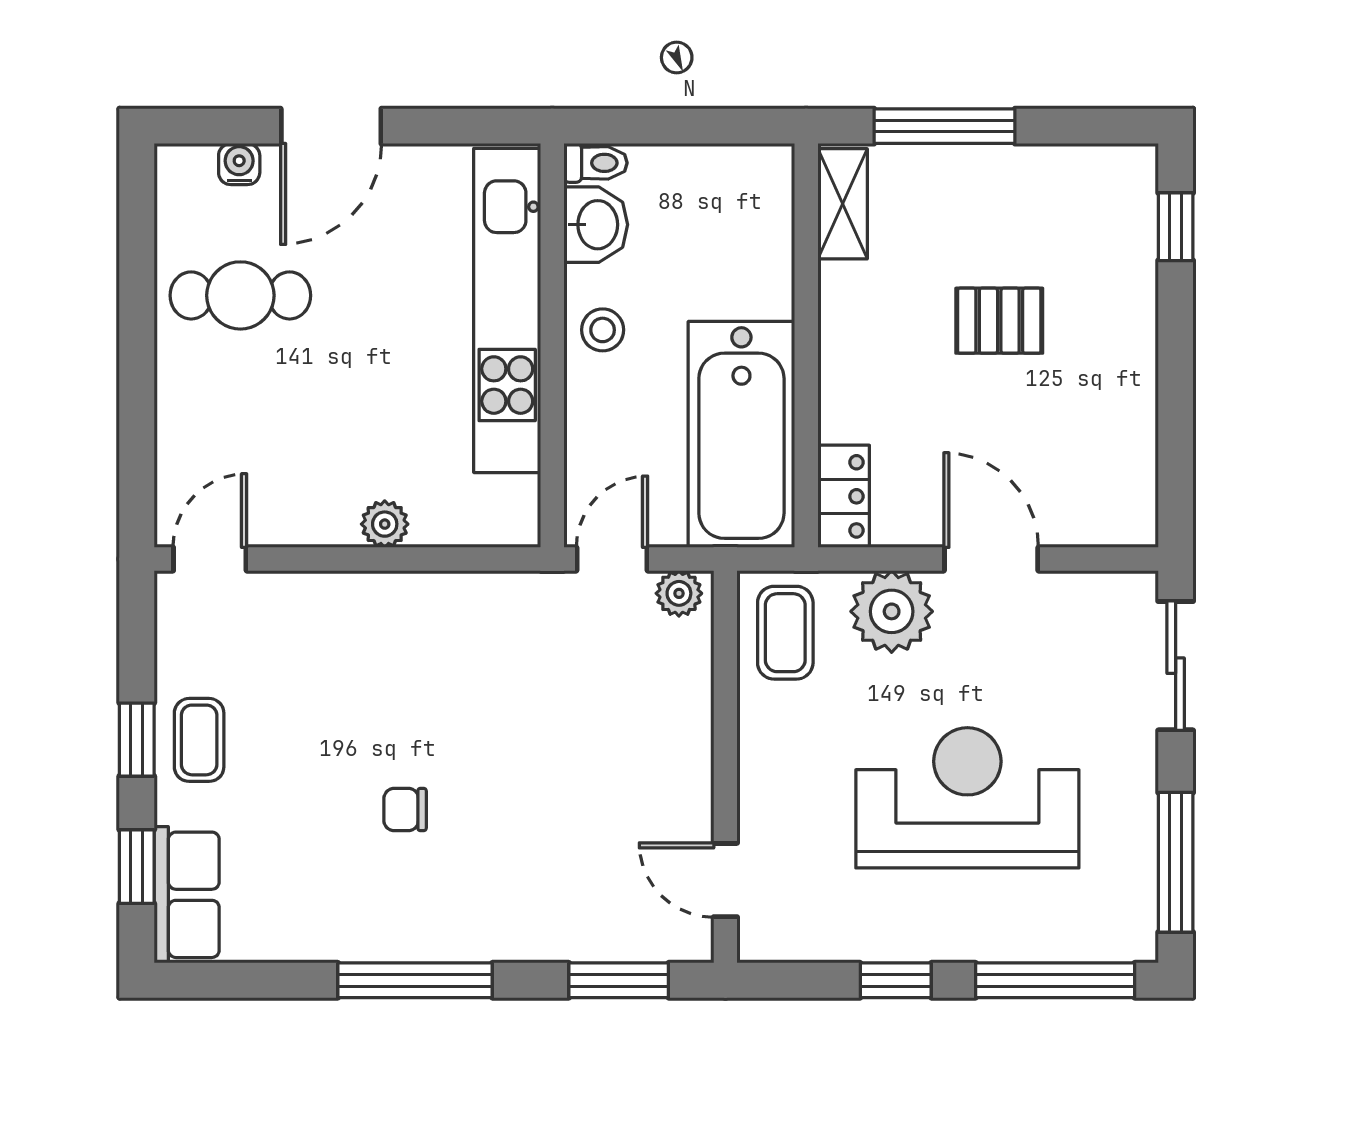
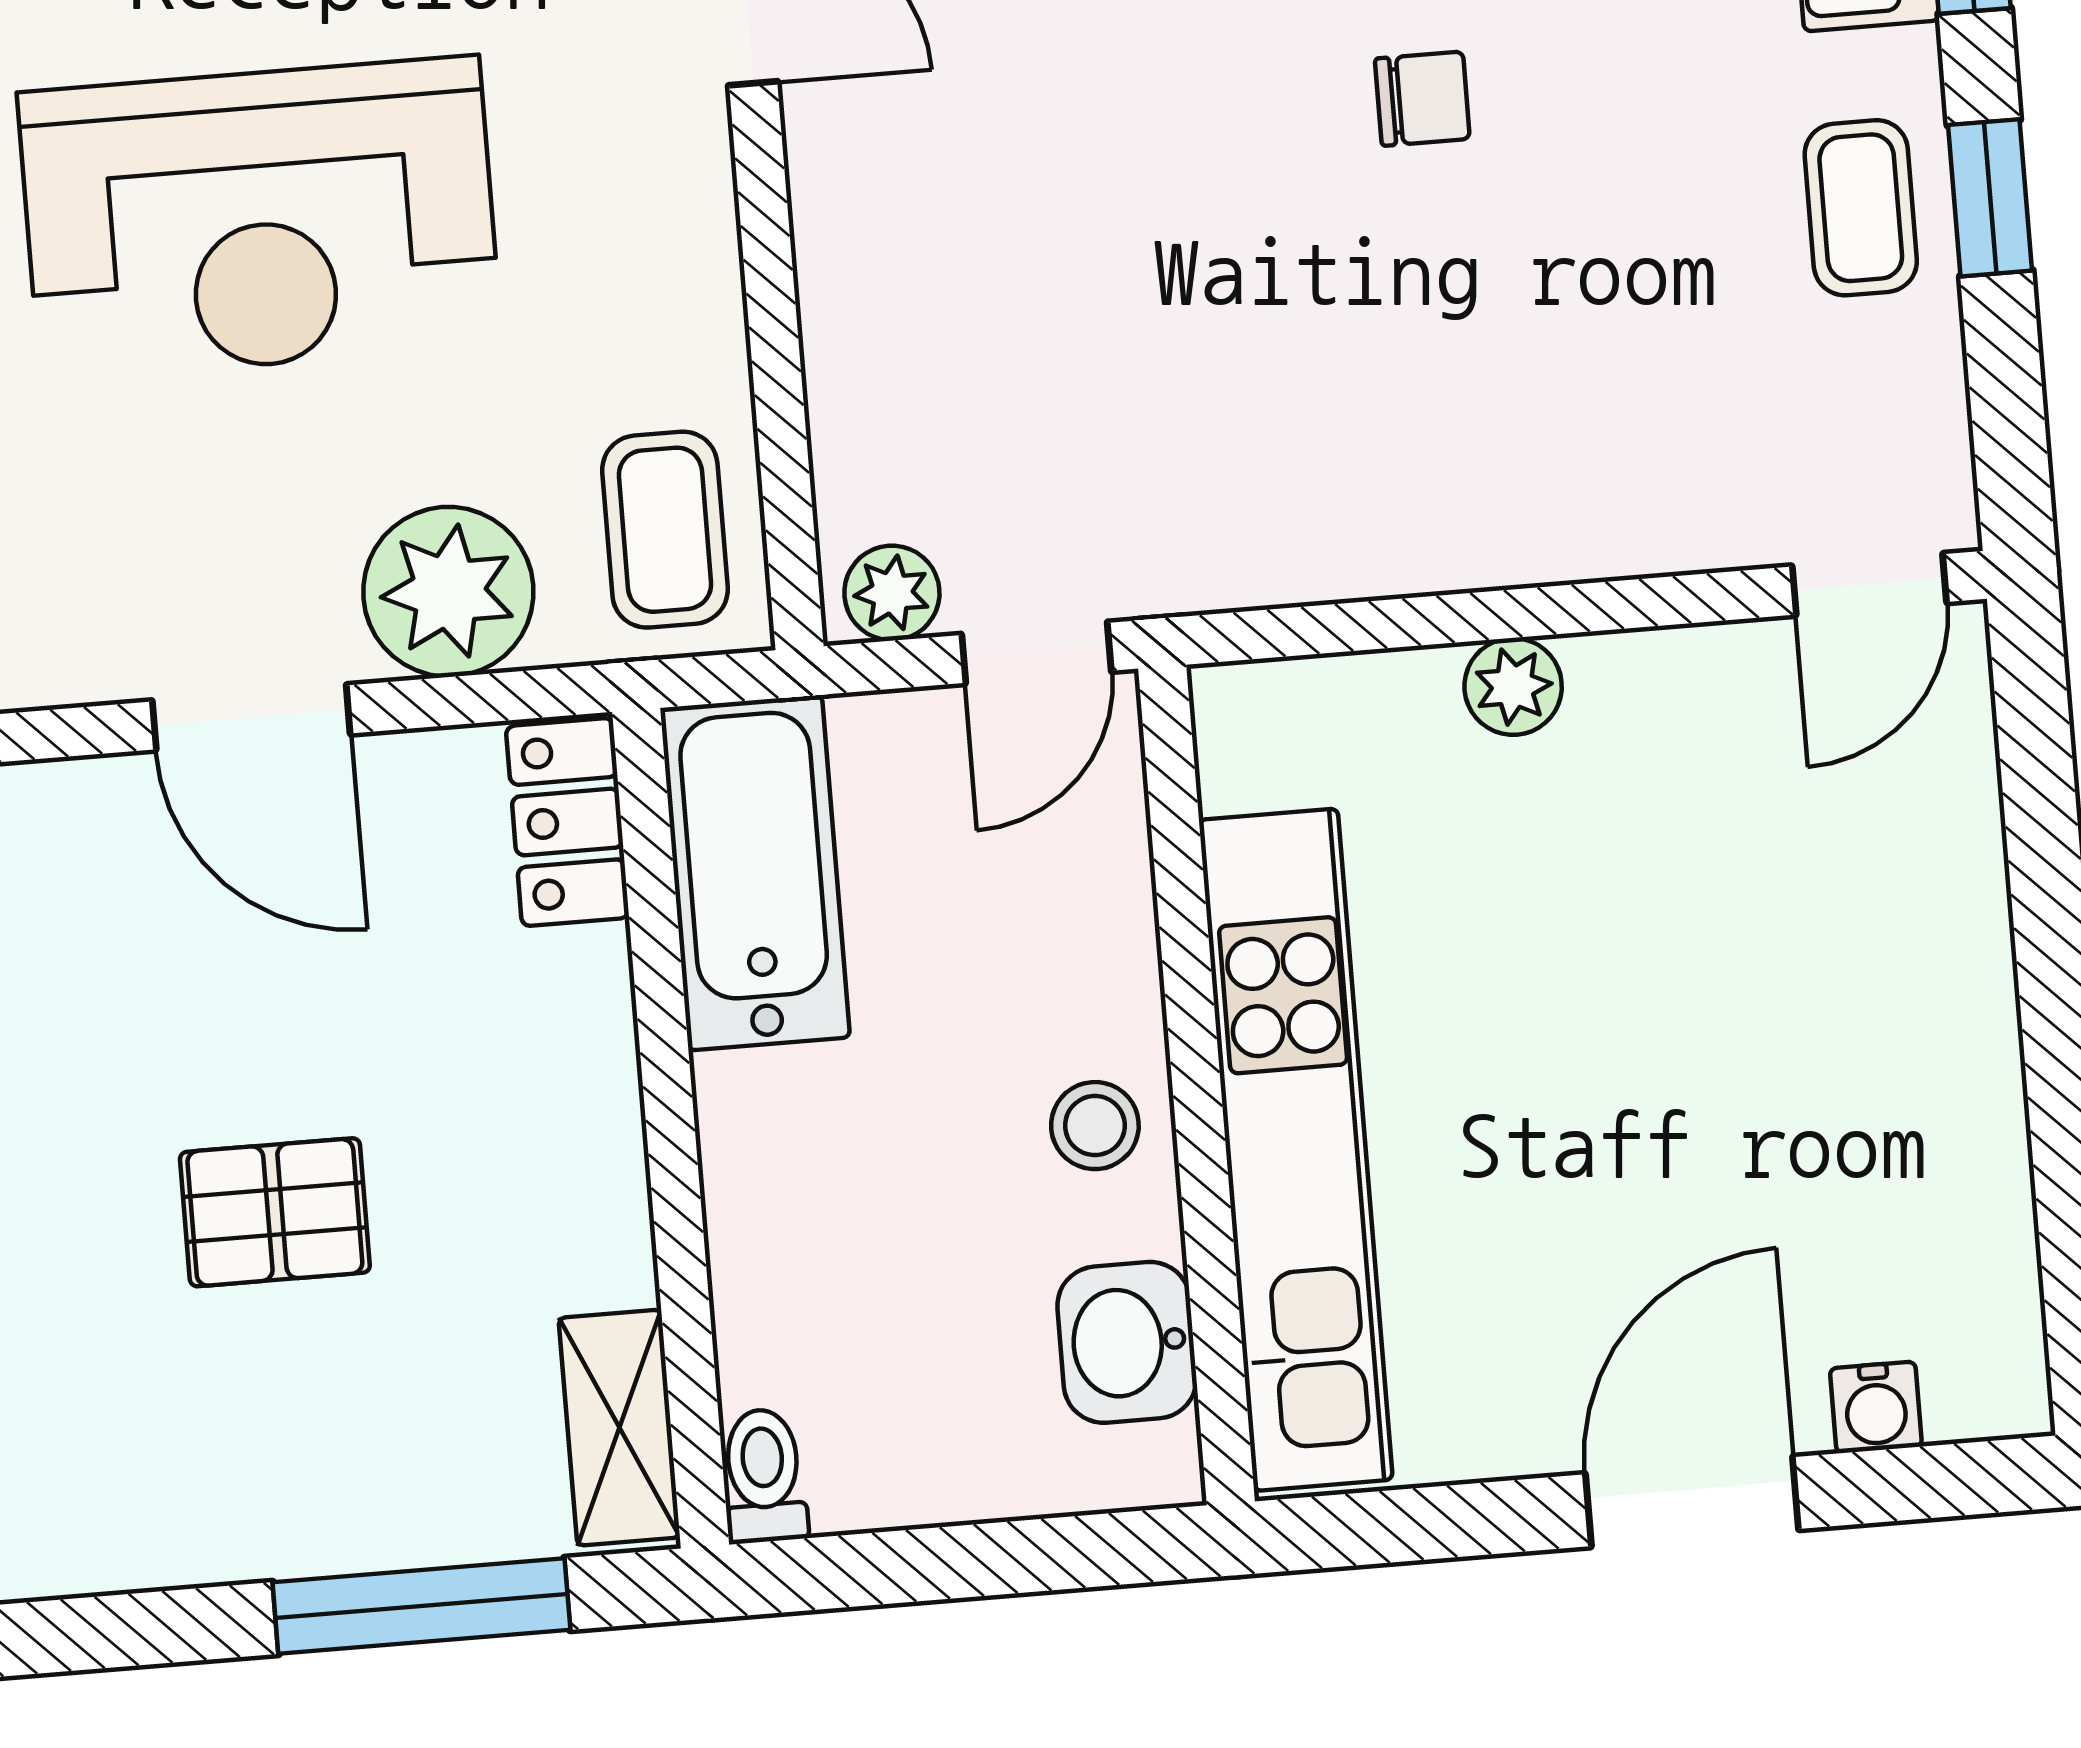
toilet: (595, 163) -> (764, 1476), moved, turned 90
cafe table: (240, 295) -> (1851, 1135), removed
bathtub: (741, 434) -> (755, 873), width x0.73, depth x0.73

